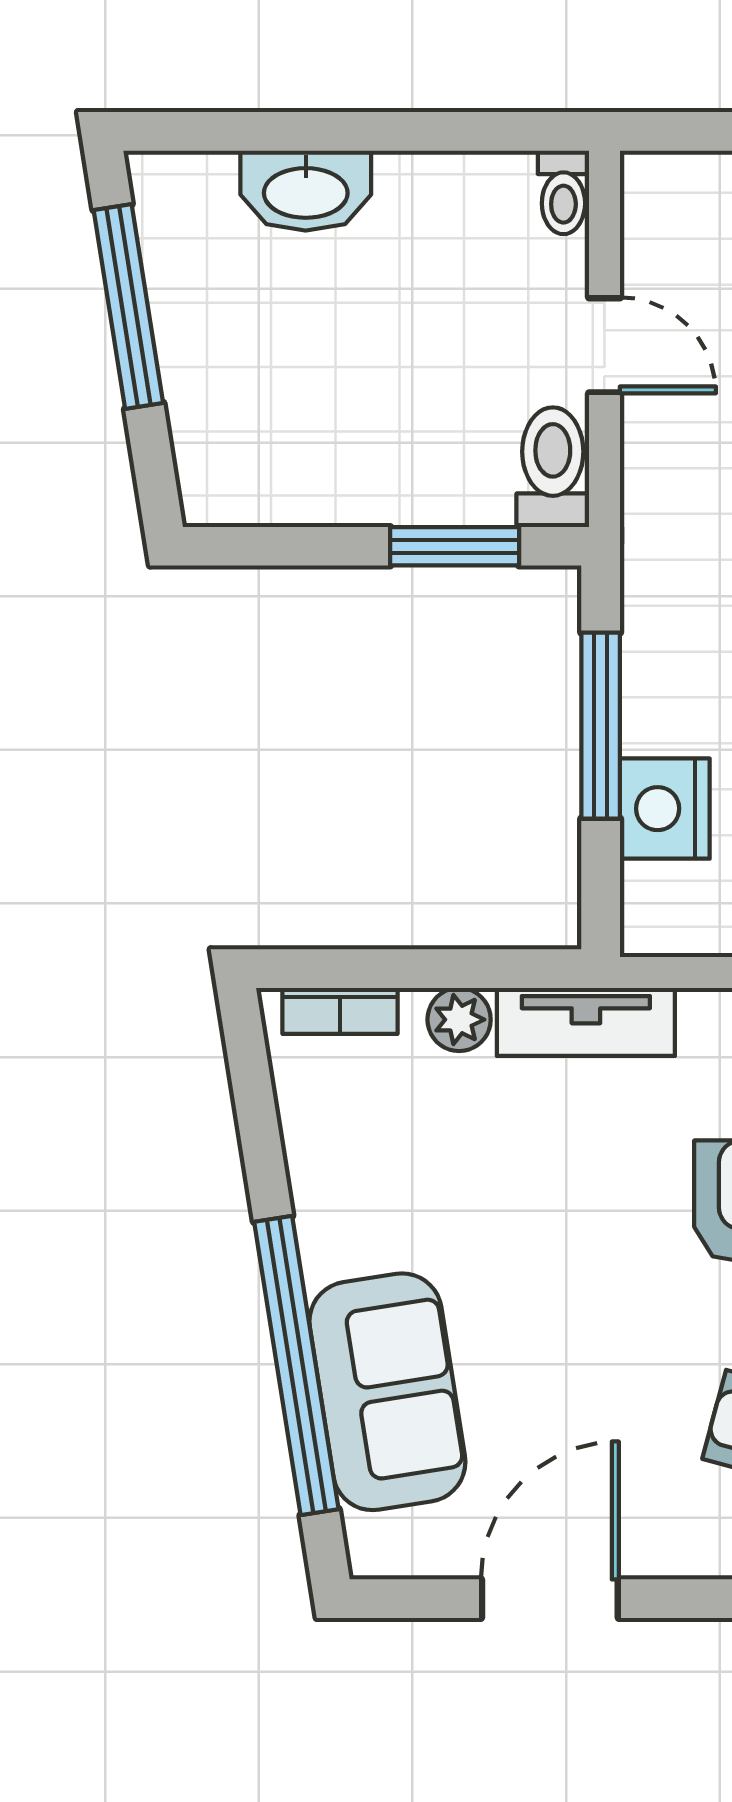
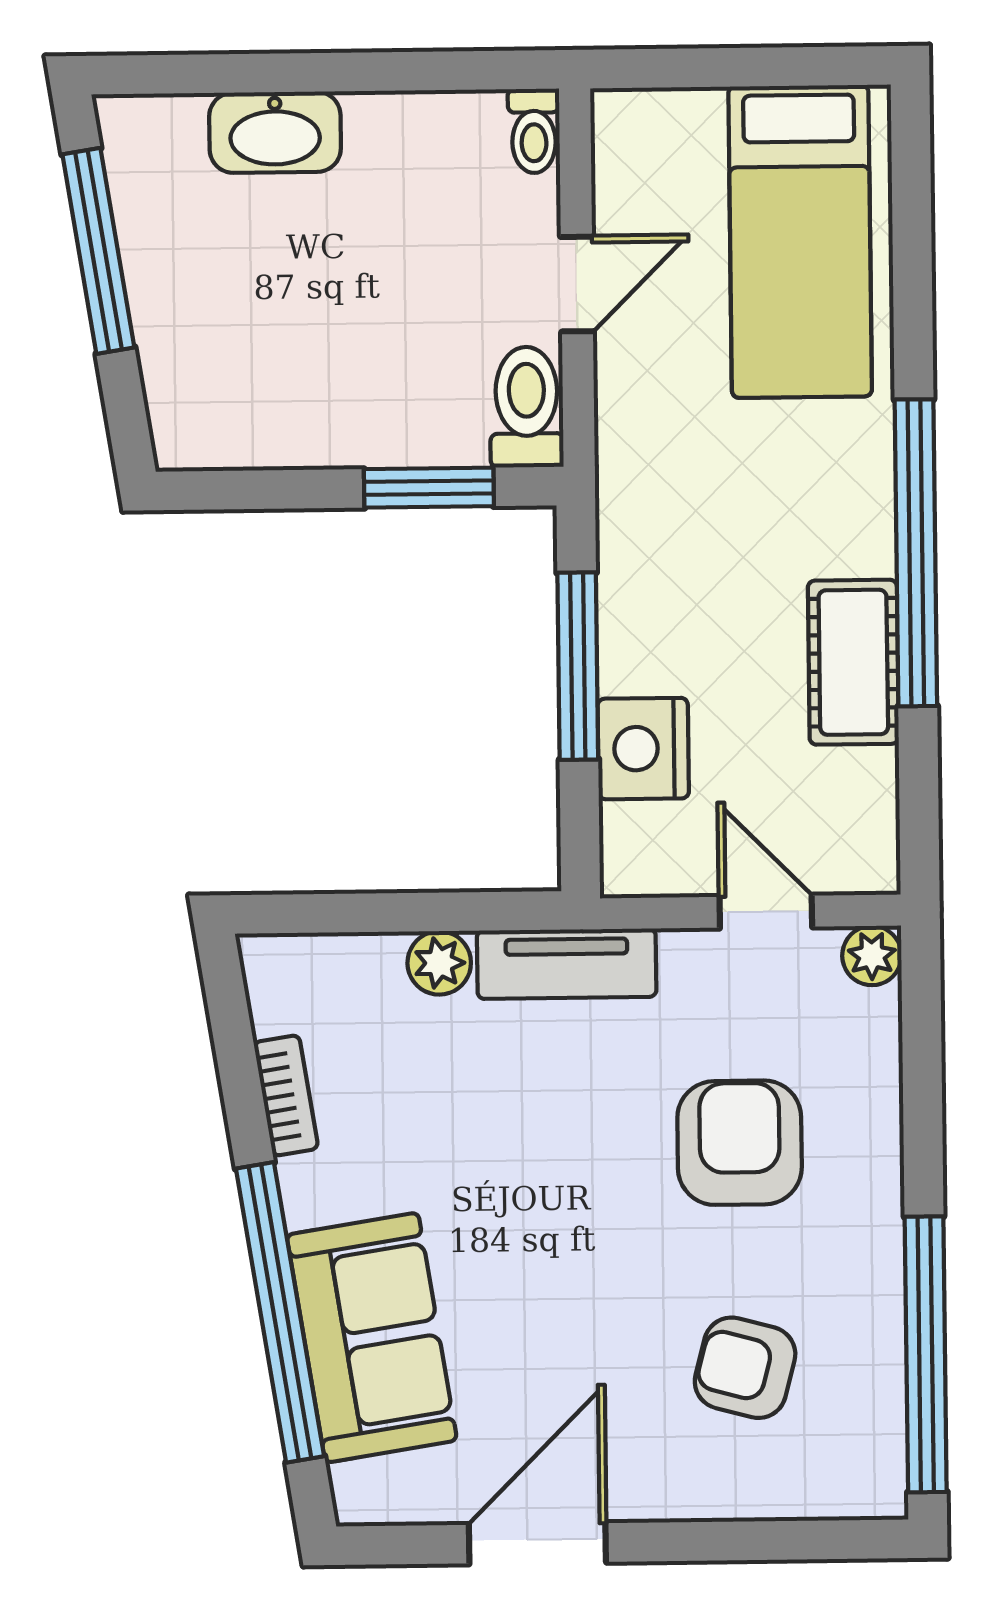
door: (604, 345) -> (577, 284), hinge flipped
bookcase: (340, 1011) -> (286, 1095), moved, turned -99

